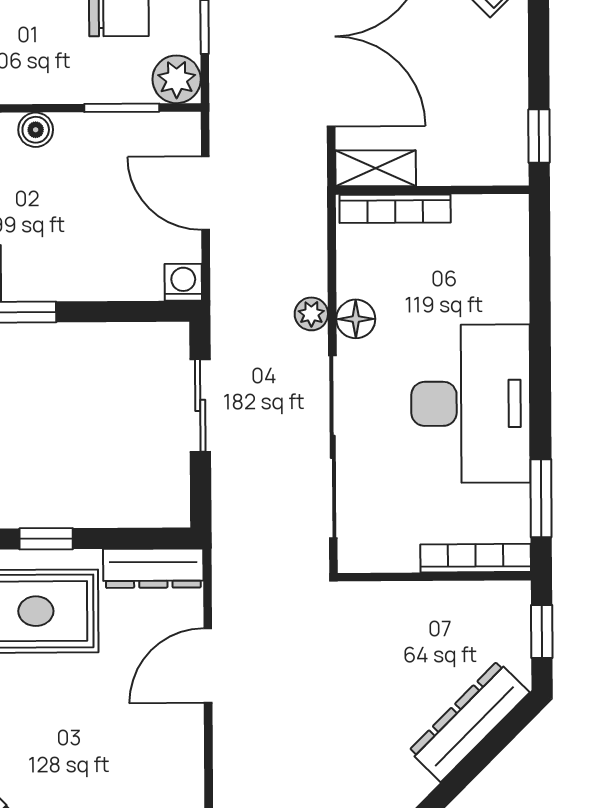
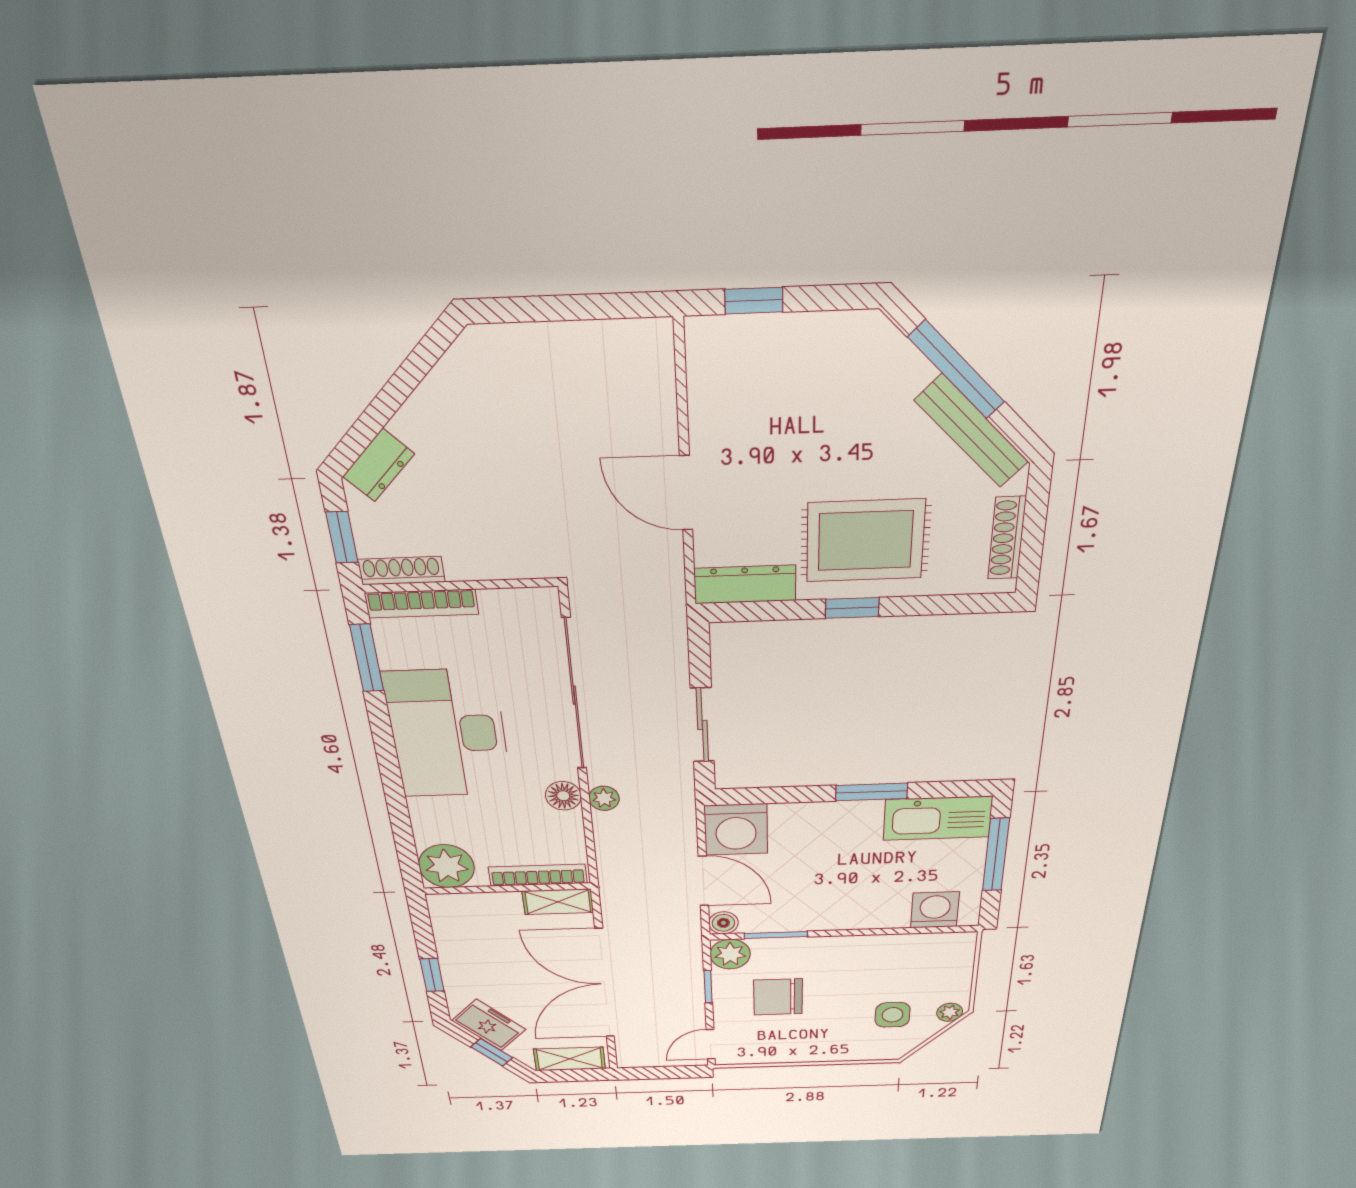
boiler: (36, 130) -> (723, 923), moved
window: (539, 136) -> (432, 975), moved
plant: (498, 225) -> (446, 866), added
washing machine: (183, 282) -> (736, 829), width x1.89, depth x1.89
shoe rack: (490, 595) -> (401, 571), added
door: (208, 666) -> (686, 493), swing flipped
dresser: (469, 722) -> (378, 465), width x0.51, depth x0.80

